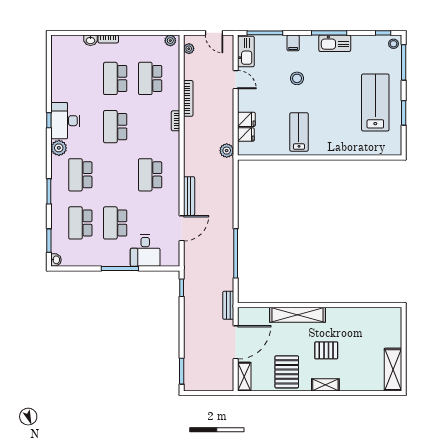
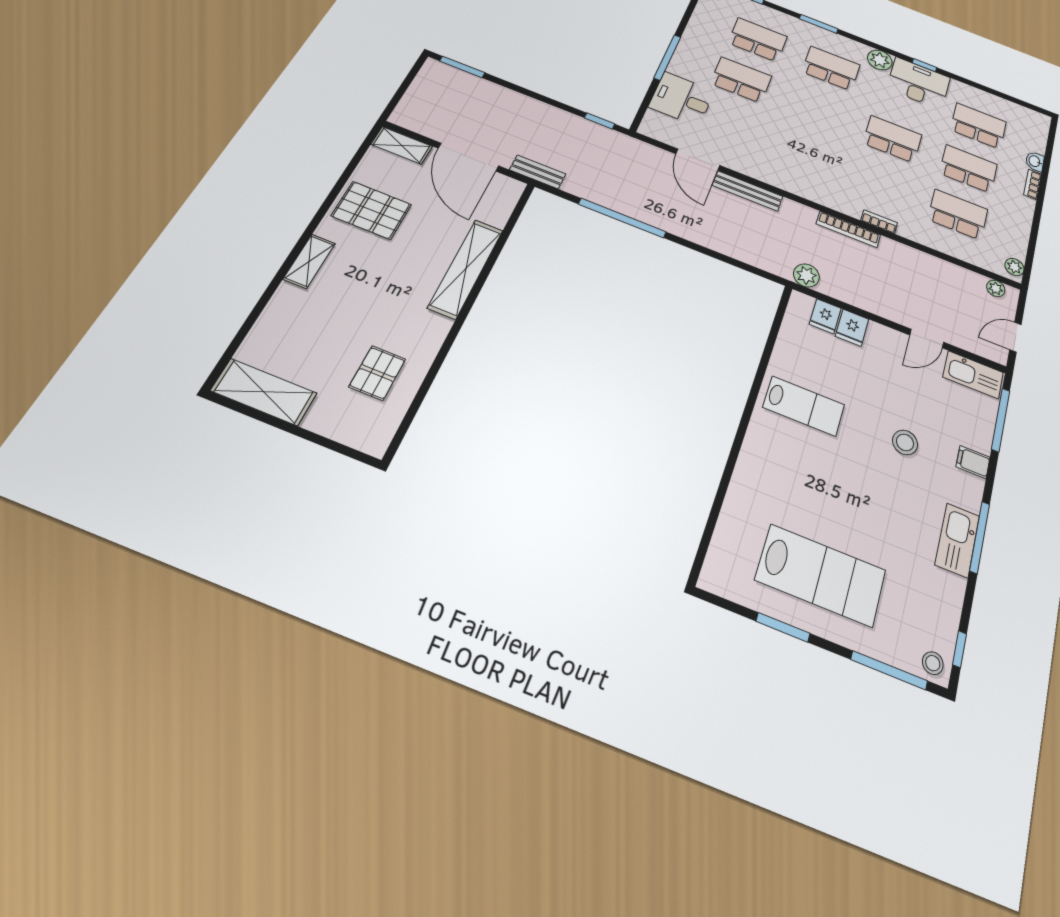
bookcase: (188, 98) -> (848, 229), moved
school desk: (150, 175) -> (978, 126), moved
pallet: (326, 350) -> (377, 373), moved

